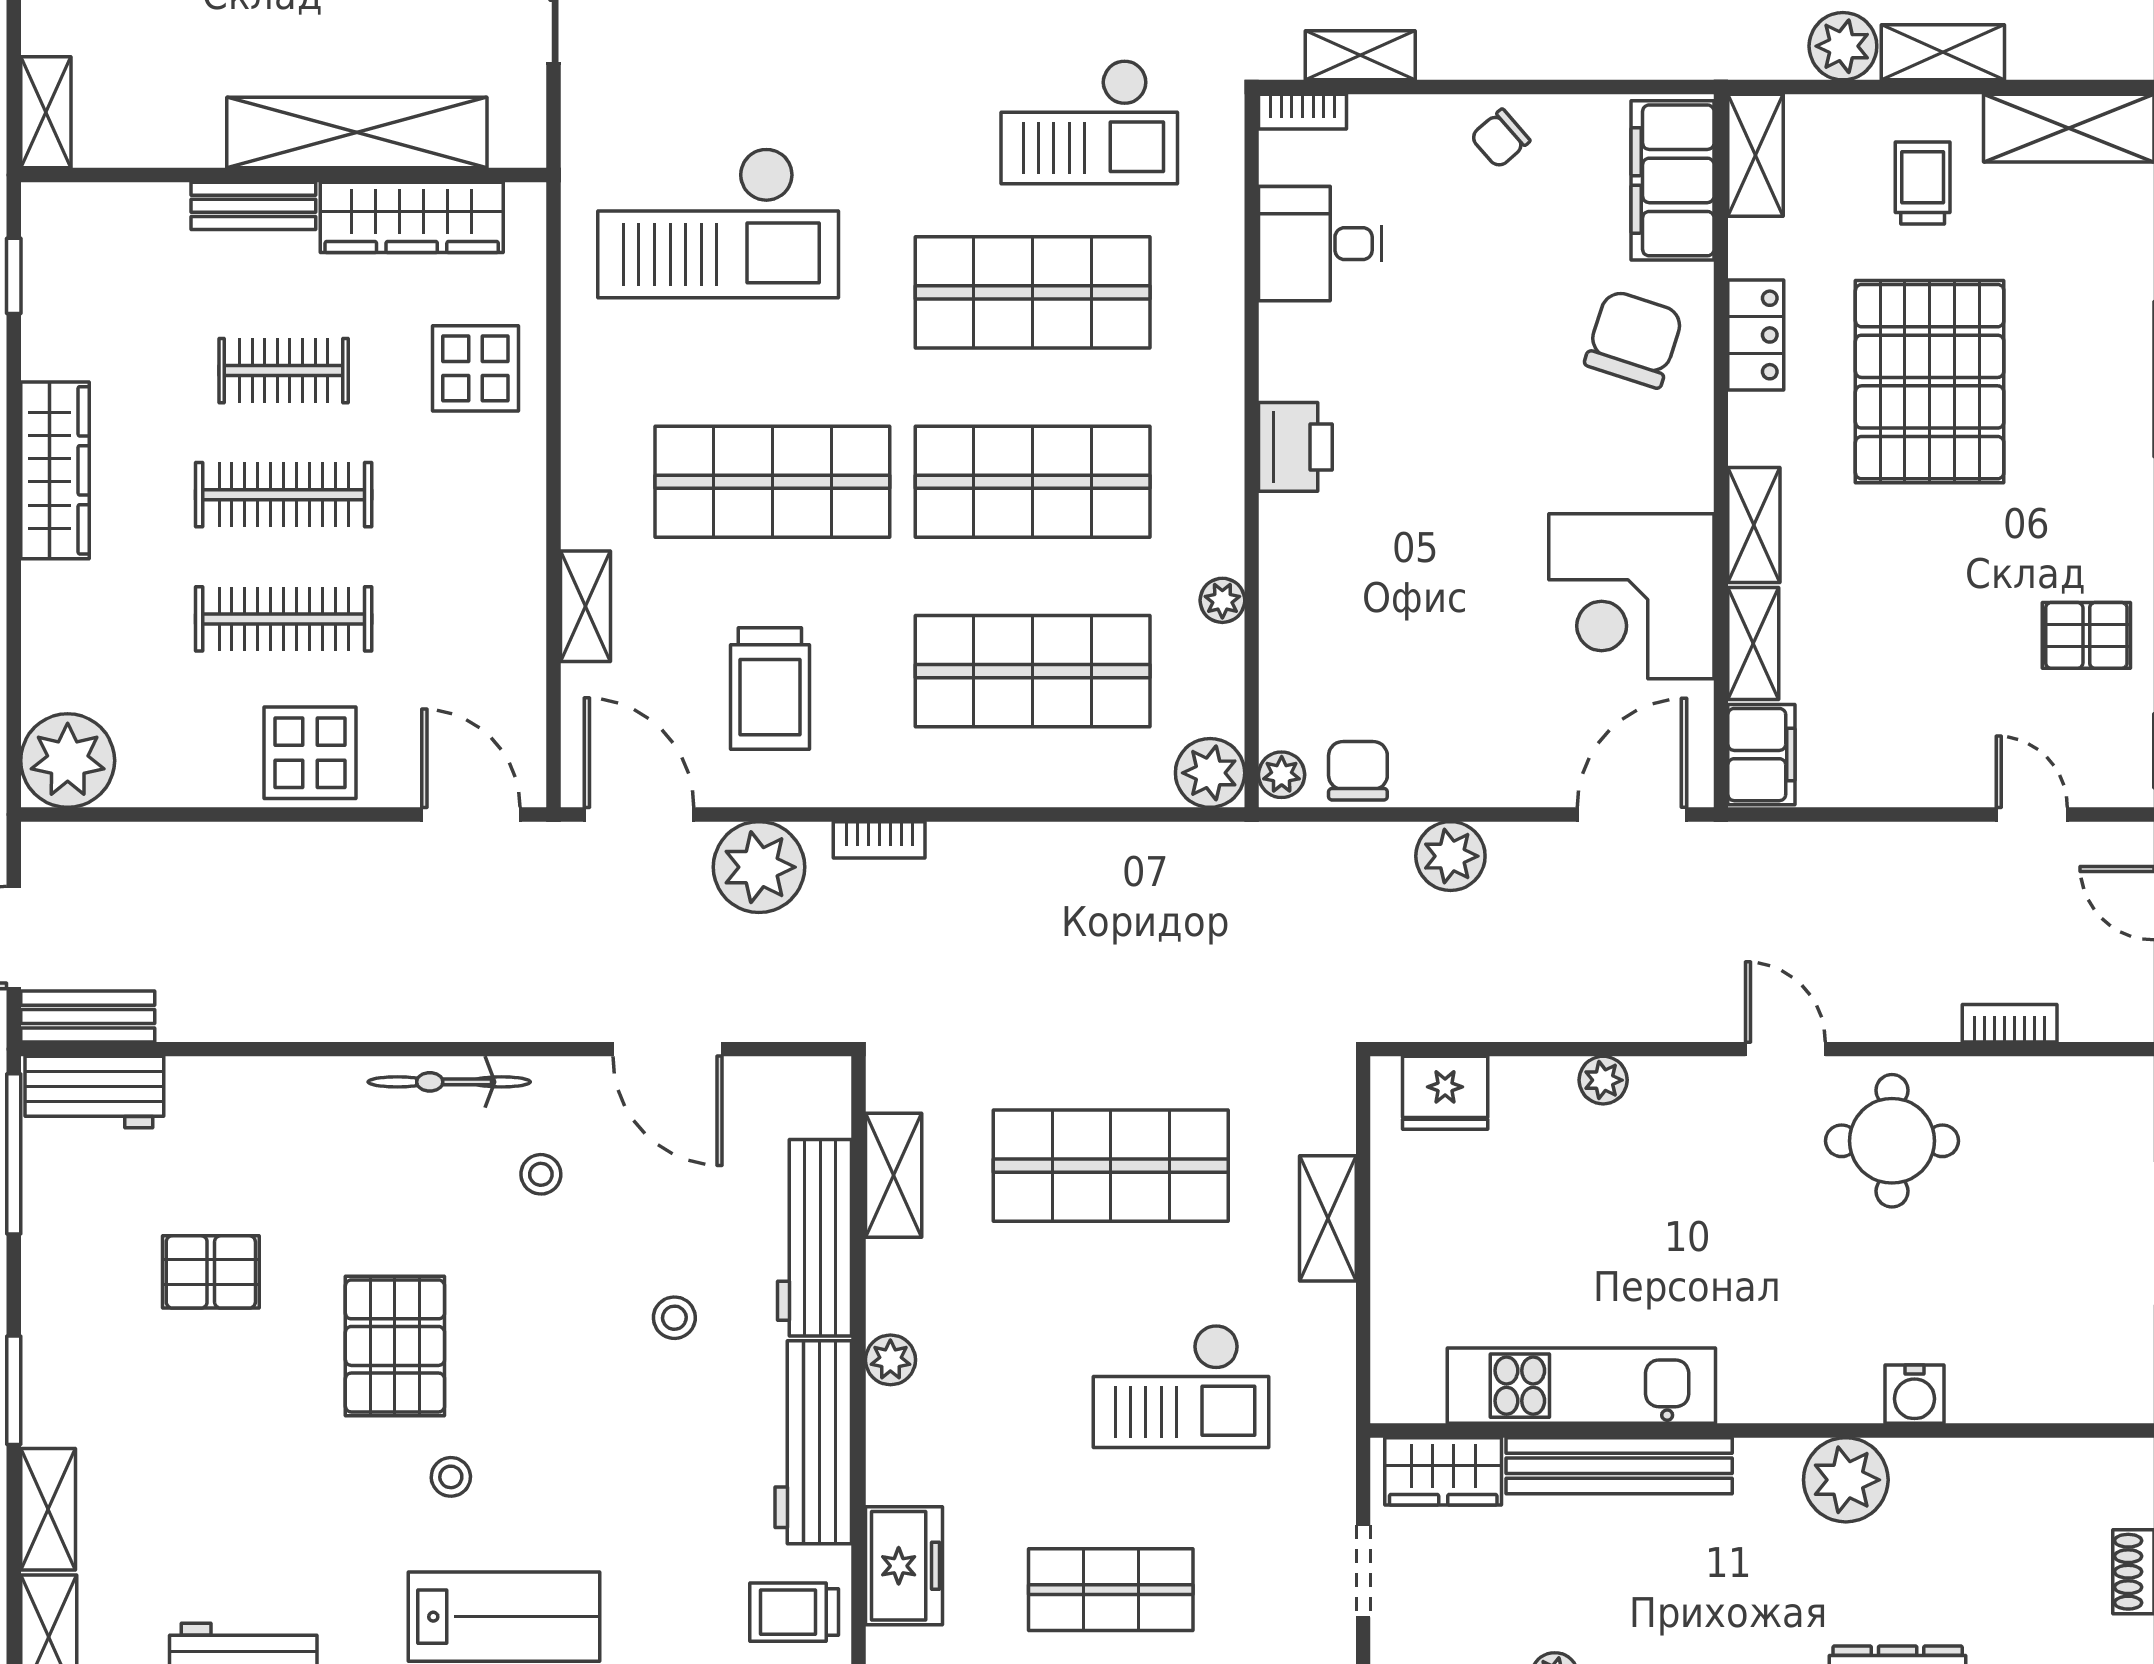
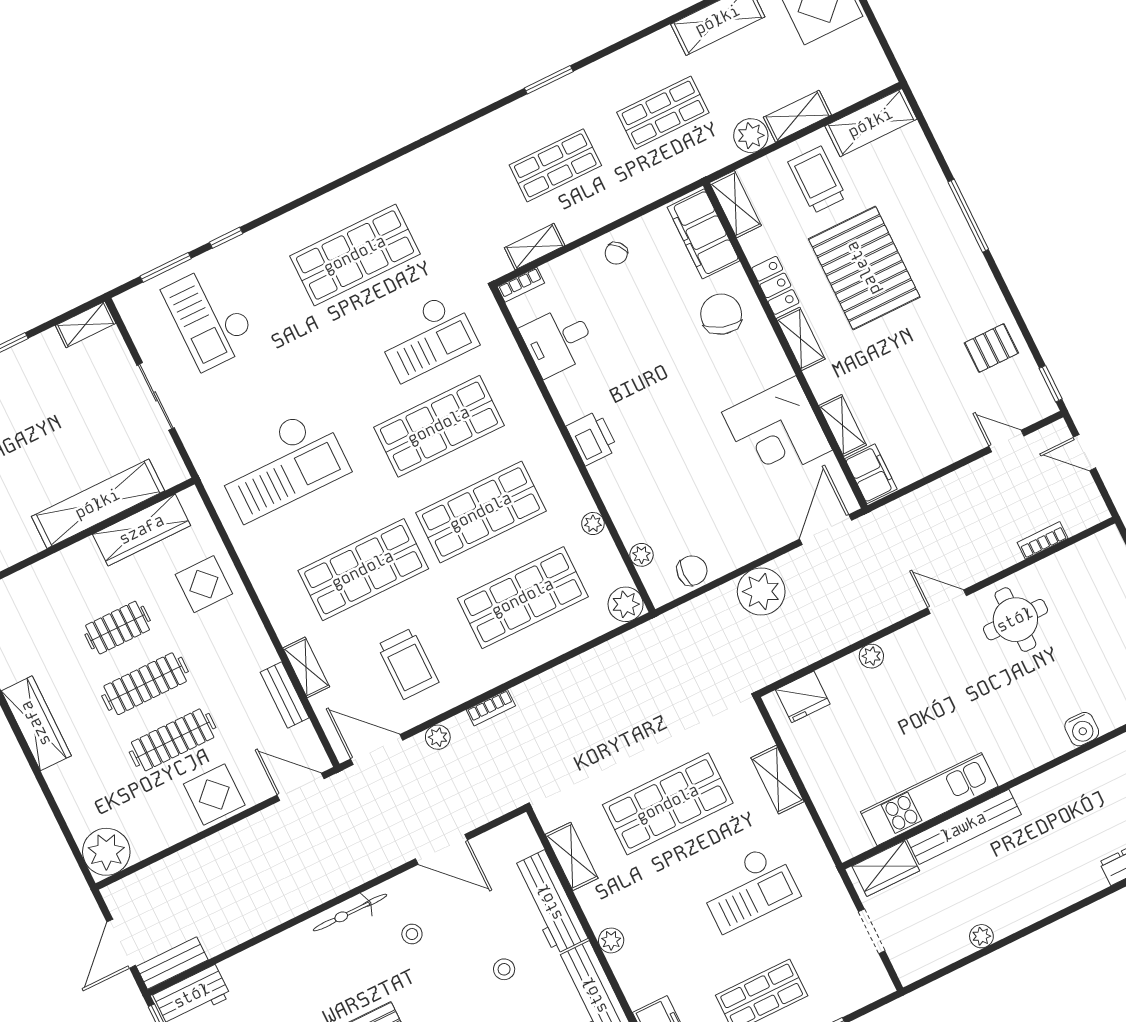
trolley: (1923, 183) -> (817, 180), width x1.36, depth x1.39
bench: (253, 206) -> (285, 695), moved, turned 90
shelving: (1754, 525) -> (801, 339), moved
chair: (1358, 771) -> (692, 571), turned 90
plant: (1282, 775) -> (641, 555), moved
plant: (1450, 856) -> (761, 592), width x1.36, depth x1.36
plant: (759, 867) -> (438, 737), width x0.53, depth x0.53
plant: (1846, 1480) -> (1070, 783), removed

